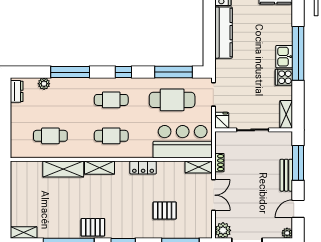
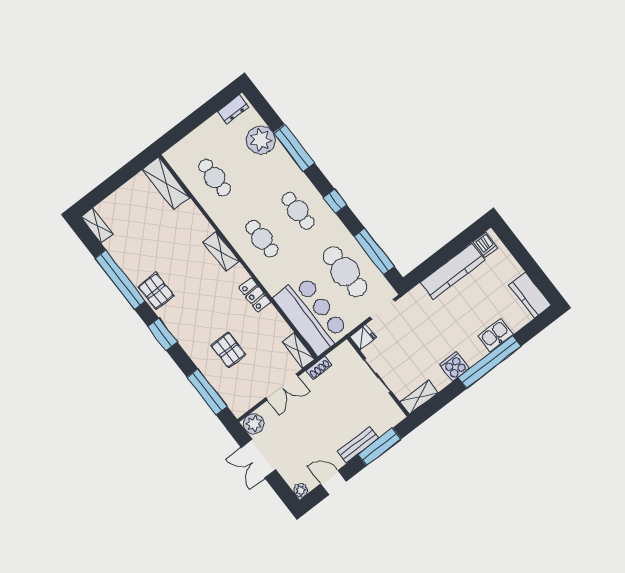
kitchen sink: (284, 57) -> (495, 335), moved
plant: (44, 84) -> (261, 140), width x1.87, depth x1.87
shelving: (63, 169) -> (166, 184), moved

